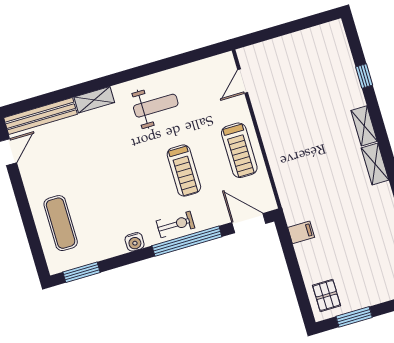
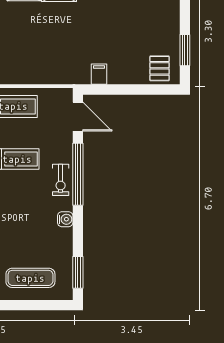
door: (249, 223) -> (78, 117), swing flipped
exercise bike: (175, 224) -> (61, 180), turned 180
pallet: (327, 295) -> (159, 68), turned 90

